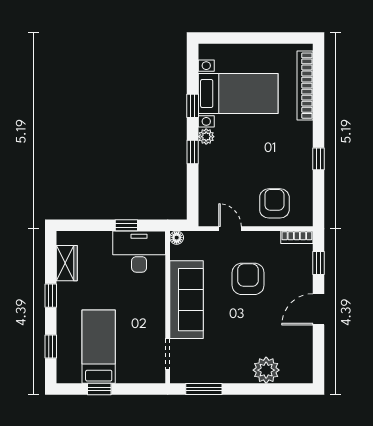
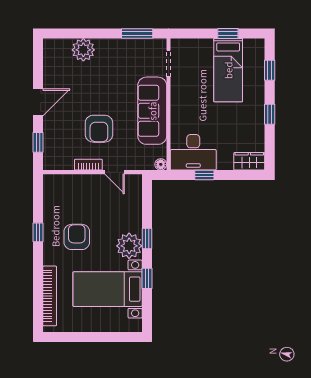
plant: (206, 137) -> (129, 246), width x1.88, depth x1.88
armchair: (274, 203) -> (77, 237), moved, turned 180
bookcase: (297, 237) -> (88, 165), moved
wardrobe: (67, 263) -> (249, 161), moved, turned 90

